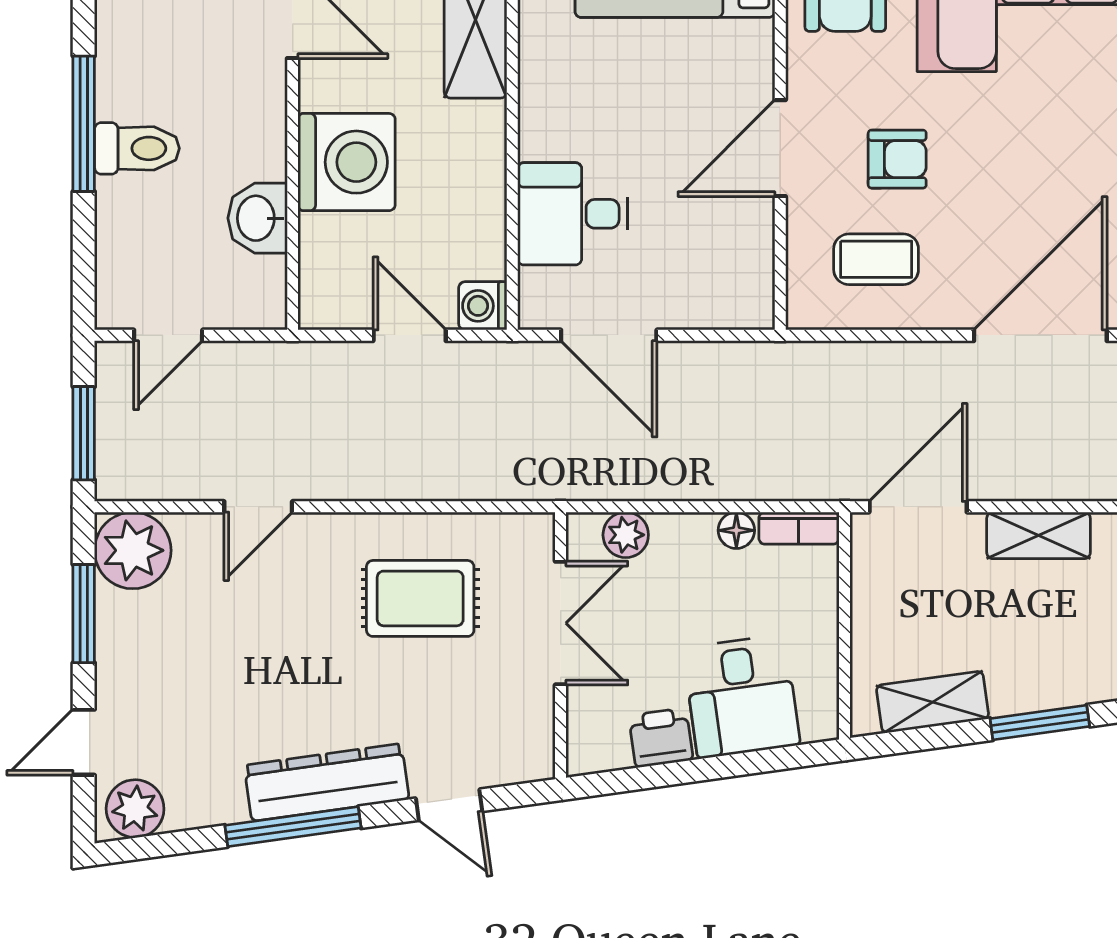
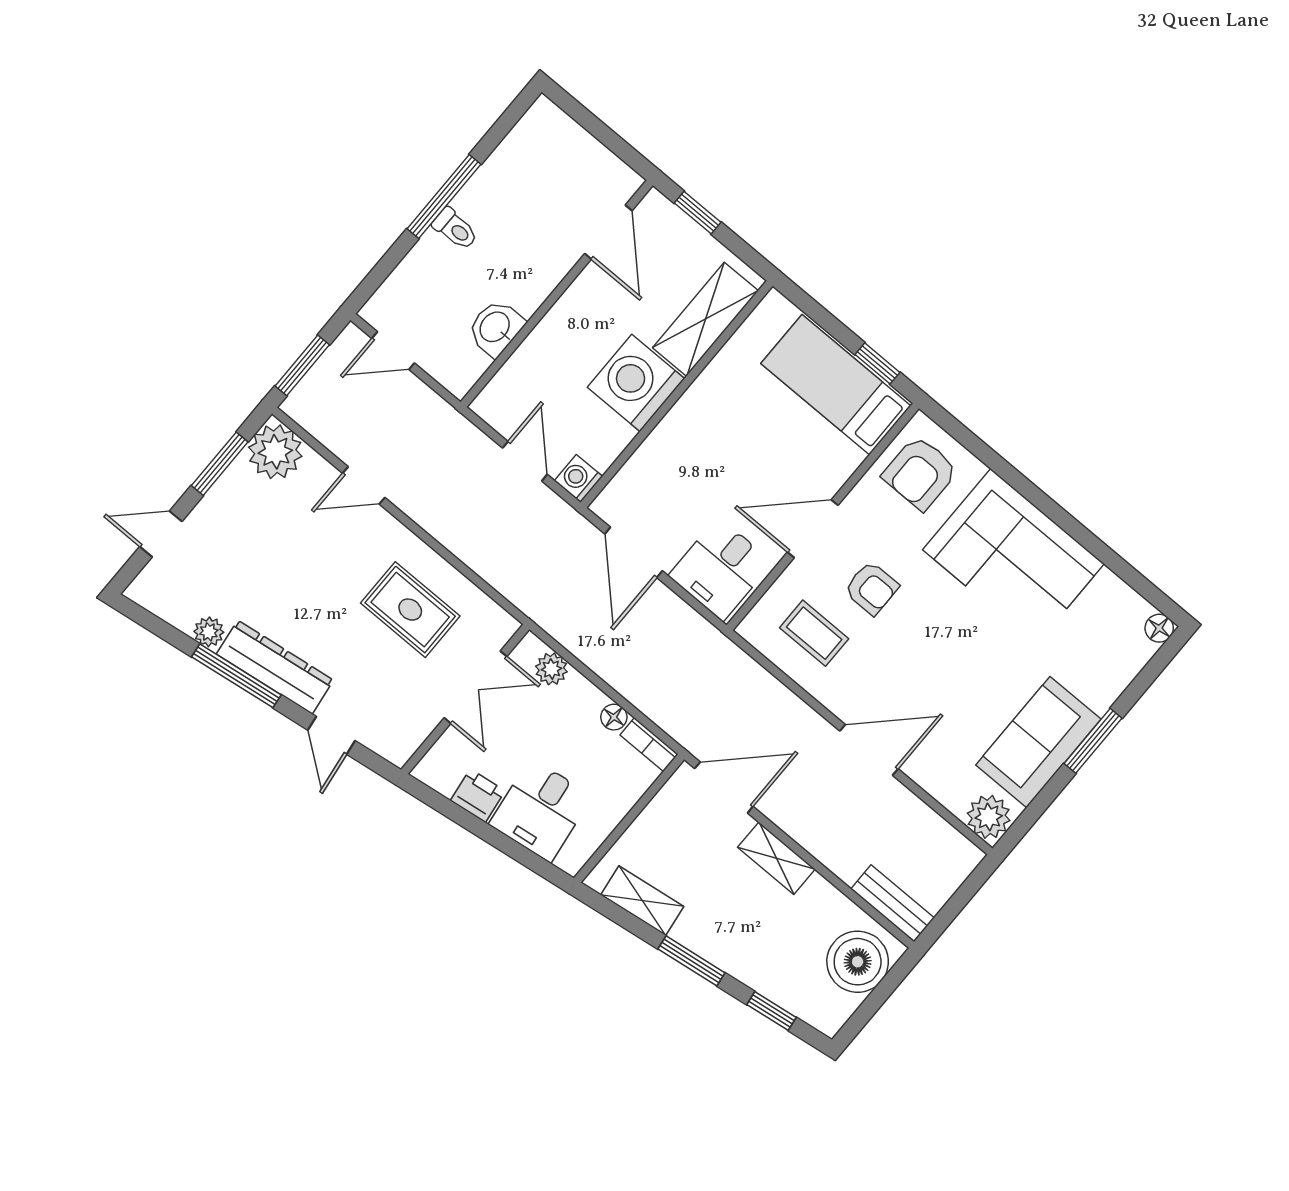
toilet: (137, 148) -> (455, 229), width x0.73, depth x0.72
washing machine: (347, 162) -> (636, 383), moved, turned 180
desk: (573, 214) -> (720, 569), moved, turned -90
door: (1040, 335) -> (869, 750), width x0.73
plant: (135, 809) -> (209, 632), moved, width x0.73, depth x0.73

